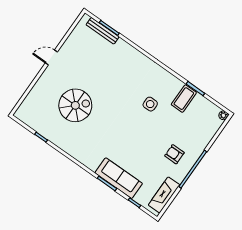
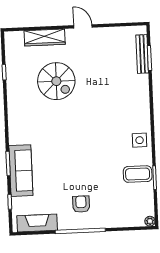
wardrobe: (39, 90) -> (45, 37), added
side table: (150, 104) -> (140, 140), moved

